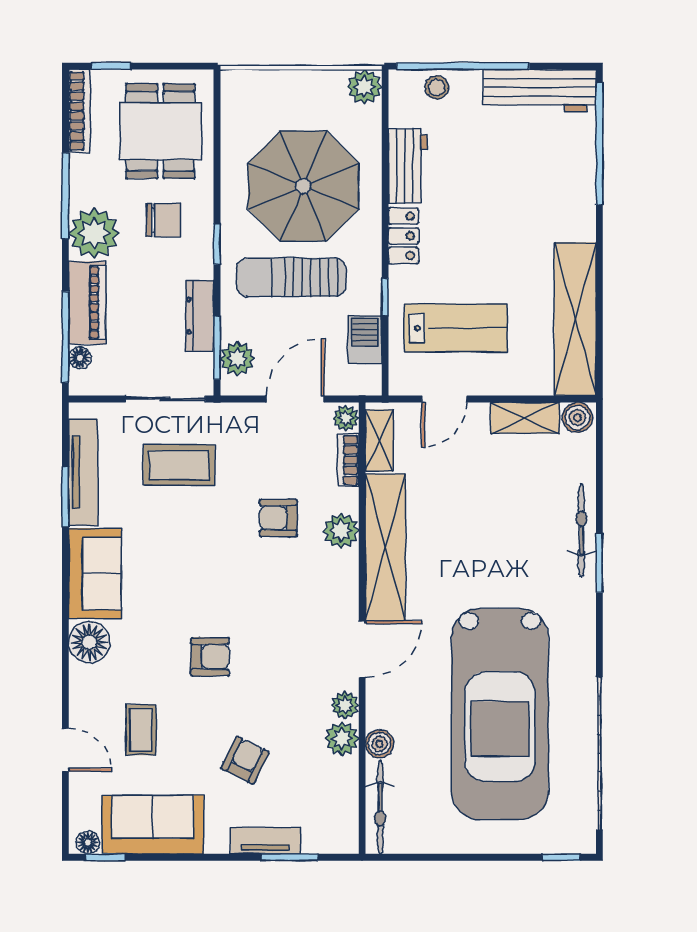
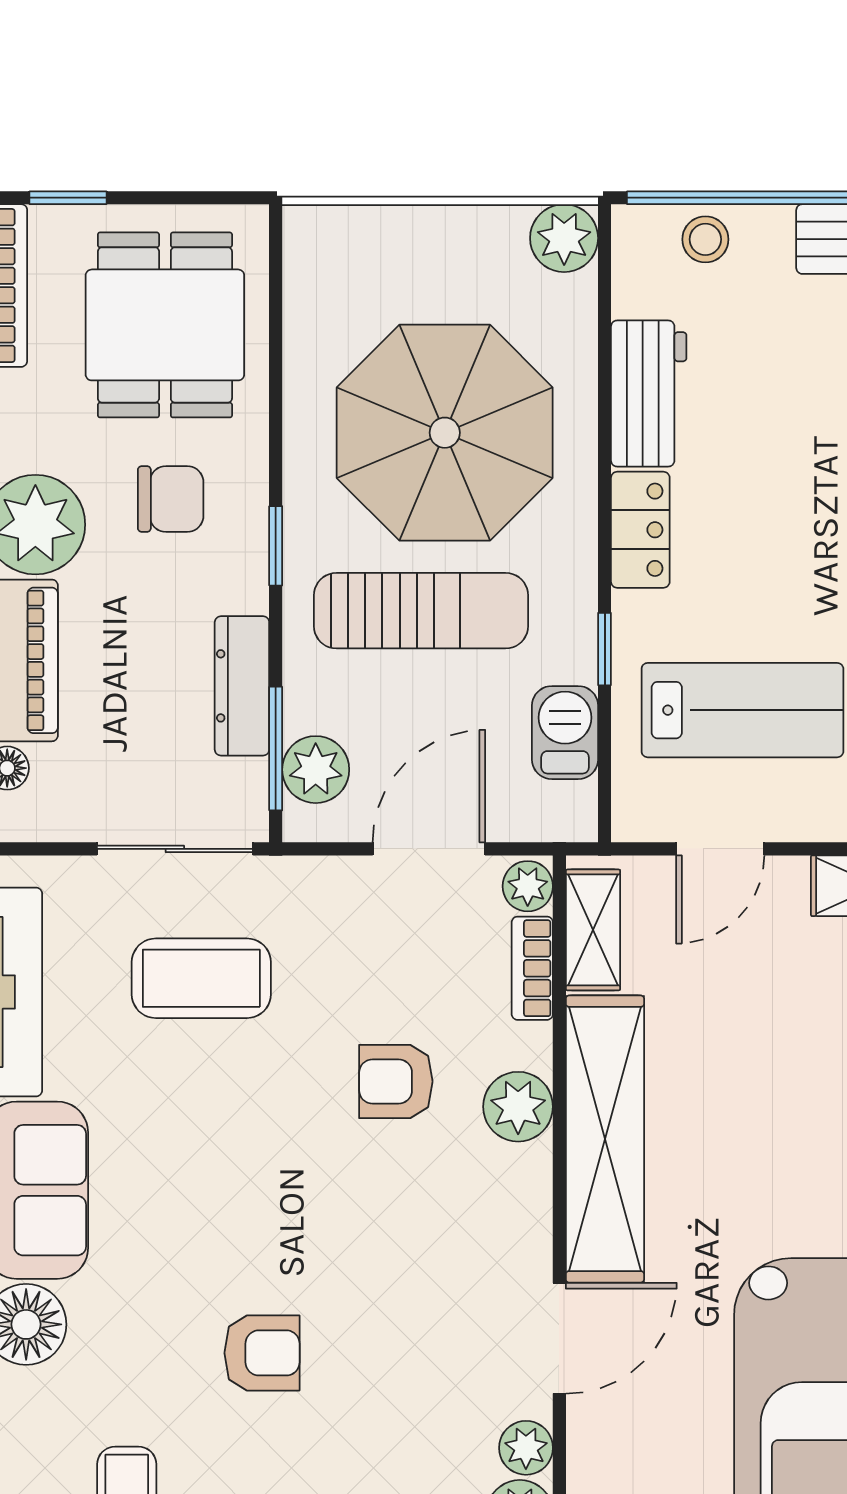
sun lounger: (291, 277) -> (421, 611), turned 180

